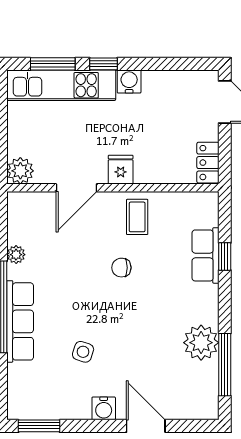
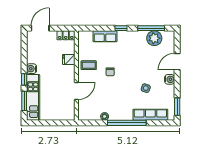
fridge: (121, 170) -> (69, 59), moved
plant: (20, 171) -> (69, 115), removed
door: (76, 188) -> (76, 91), hinge flipped
window: (225, 256) -> (121, 28), moved
row of seats: (20, 321) -> (150, 115), moved
plant: (201, 343) -> (154, 38), moved

